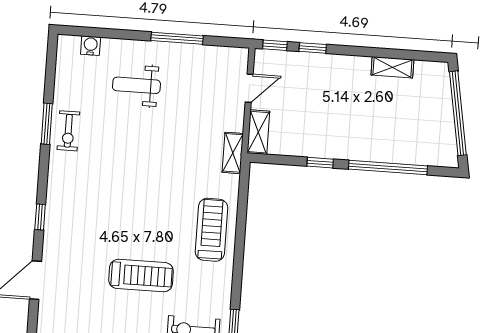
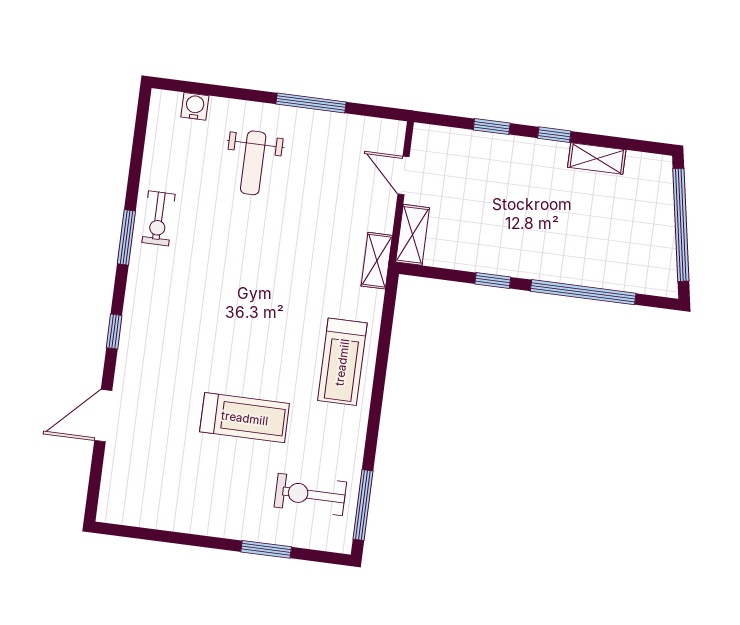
window: (275, 45) -> (554, 135), moved
weight bench: (136, 85) -> (253, 163), turned -90
door: (249, 88) -> (404, 175), swing flipped
window: (47, 124) -> (126, 237), moved
treadmill: (211, 230) -> (342, 362), turned 180

